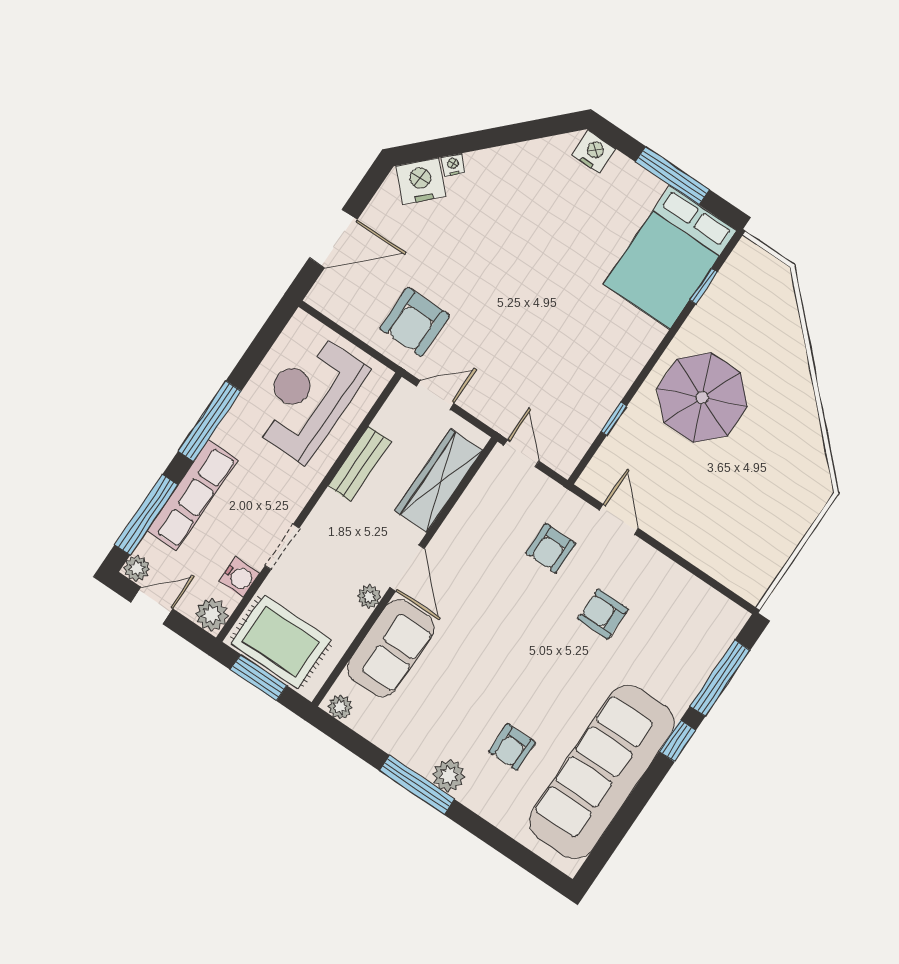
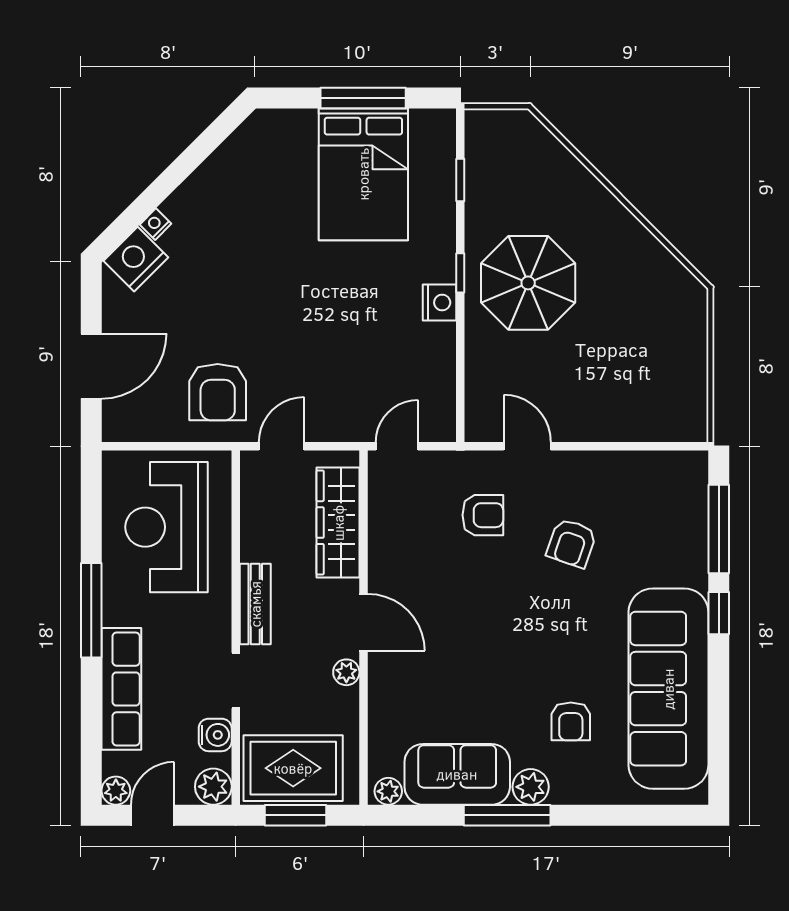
nightstand: (594, 152) -> (439, 303), moved, turned 90
bed: (670, 257) -> (363, 174), moved
window: (614, 419) -> (460, 273), moved
door: (521, 453) -> (397, 446), hinge flipped
bench: (360, 464) -> (255, 604), moved
window: (146, 515) -> (91, 735), removed
armchair: (551, 548) -> (483, 515), turned -90
armchair: (603, 614) -> (571, 543), turned -71
sofa: (391, 648) -> (457, 774), moved, turned -90

